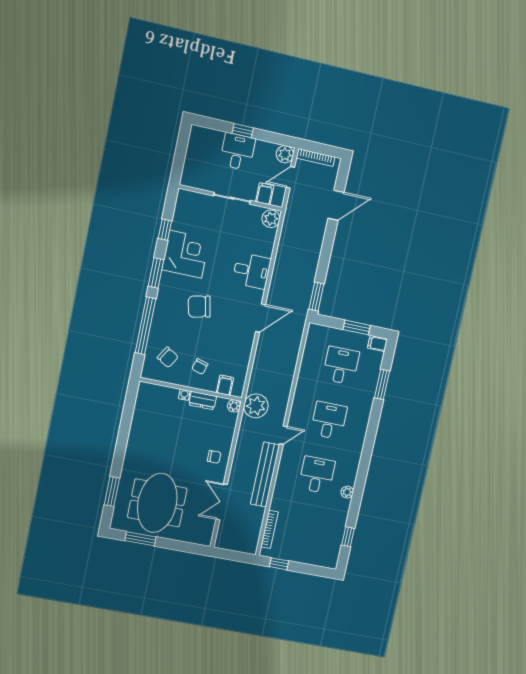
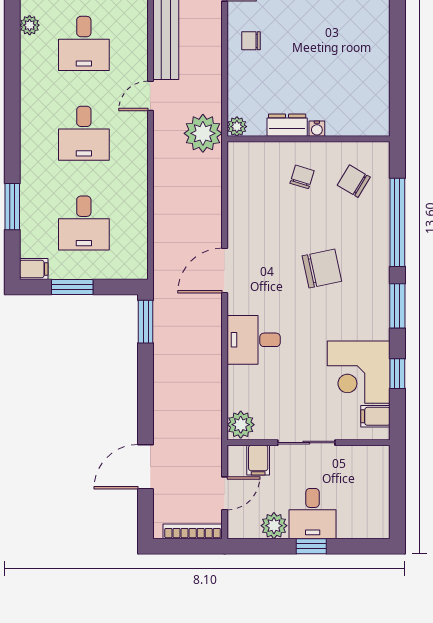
plant: (285, 154) -> (274, 526), moved
corner desk: (186, 254) -> (359, 372), moved
filing cabinet: (225, 385) -> (375, 416), moved, turned 90

